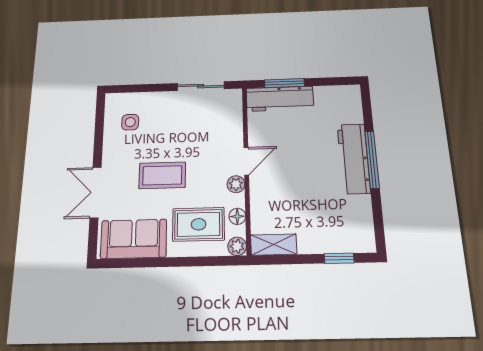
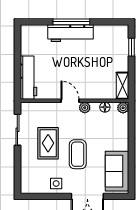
window: (284, 83) -> (17, 74), removed
side table: (130, 122) -> (56, 183), moved
rug: (199, 224) -> (48, 143), moved

